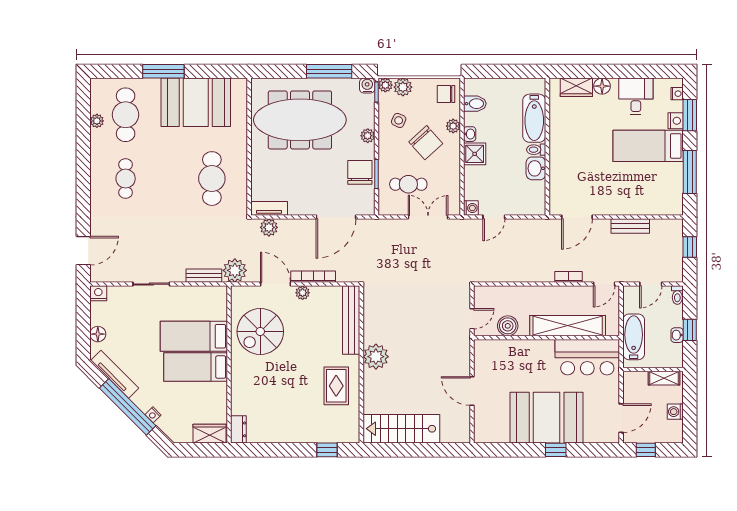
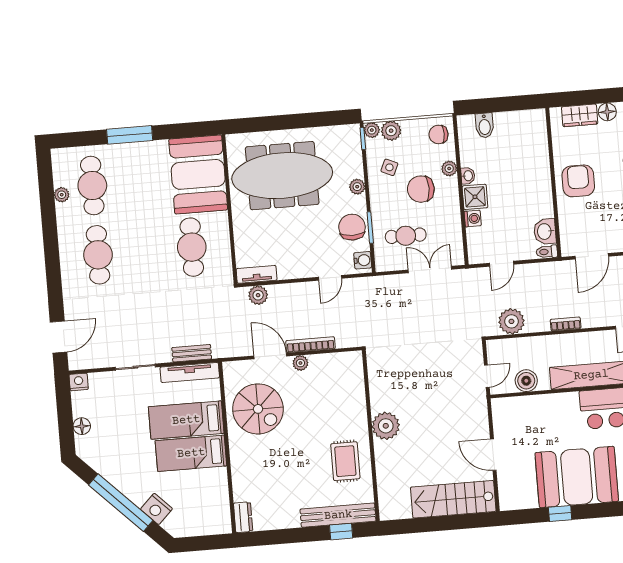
window: (329, 71) -> (310, 120), removed
water cooler: (367, 86) -> (363, 260), moved, turned 90
booth: (196, 102) -> (198, 174), moved, turned 90
bidet: (475, 104) -> (485, 125), moved, turned 90
bathtub: (534, 118) -> (537, 153), removed
chair: (426, 143) -> (421, 189), turned 132
armchair: (570, 147) -> (578, 181), added
toilet: (536, 150) -> (547, 252), moved
washbasin: (536, 168) -> (545, 231), moved
cafe table: (126, 179) -> (98, 255), width x1.37, depth x1.35
washing machine: (471, 208) -> (473, 219), moved
door: (336, 217) -> (330, 278), width x0.53
plant: (235, 270) -> (511, 321), moved
bookcase: (569, 277) -> (566, 324), moved
bench: (351, 320) -> (338, 515), moved, turned 90
spiral stairs: (260, 332) -> (258, 409), turned -90
tv unit: (115, 374) -> (190, 372), moved, turned 135
nightstand: (153, 415) -> (156, 509), width x1.89, depth x1.79
stairs: (401, 429) -> (453, 499), moved
wardrobe: (209, 434) -> (212, 524), removed
window: (556, 450) -> (560, 514), moved

